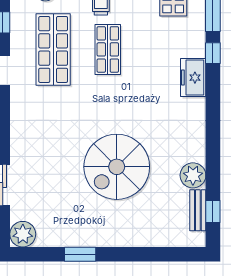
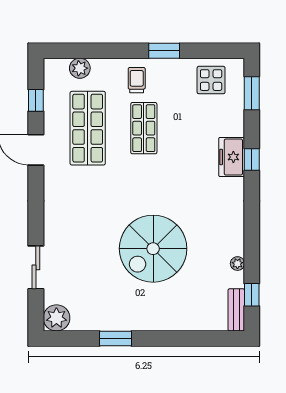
window: (213, 53) -> (252, 159), moved
plant: (193, 175) -> (237, 264), width x0.53, depth x0.53
bench: (198, 210) -> (236, 310), moved

